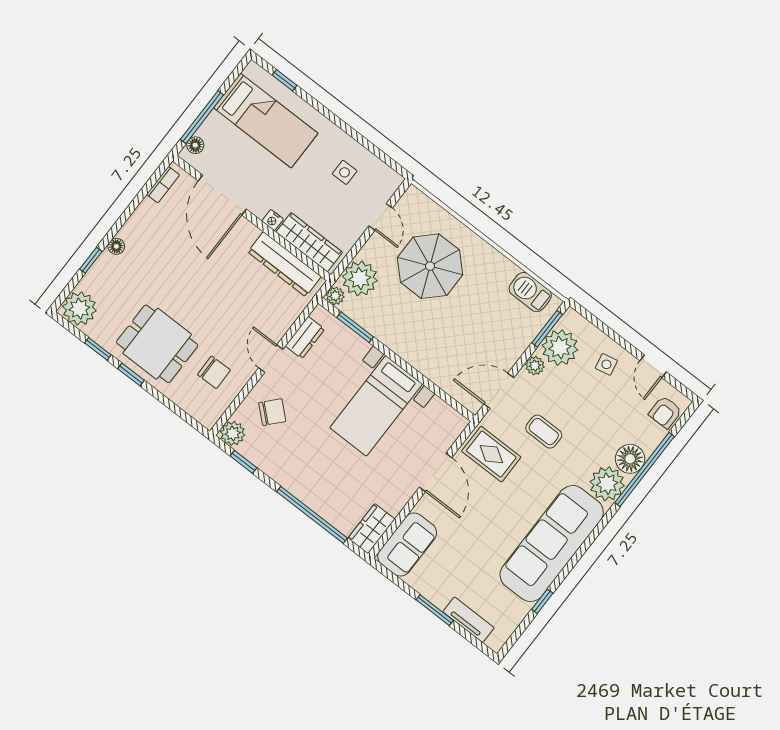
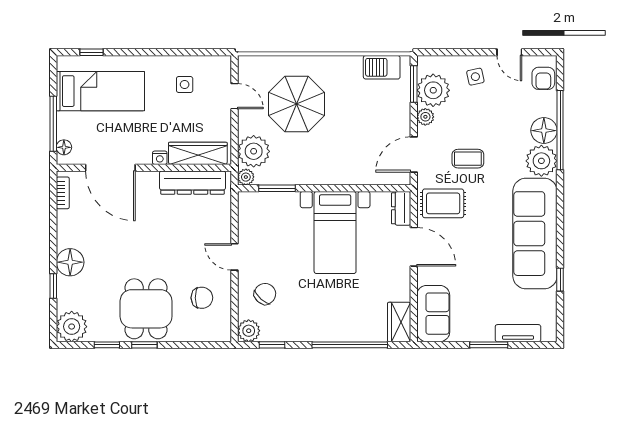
floor lamp: (116, 246) -> (70, 262), width x1.89, depth x1.89
dresser: (305, 337) -> (401, 208), moved, turned 180
dining table: (157, 344) -> (146, 309), turned 90

